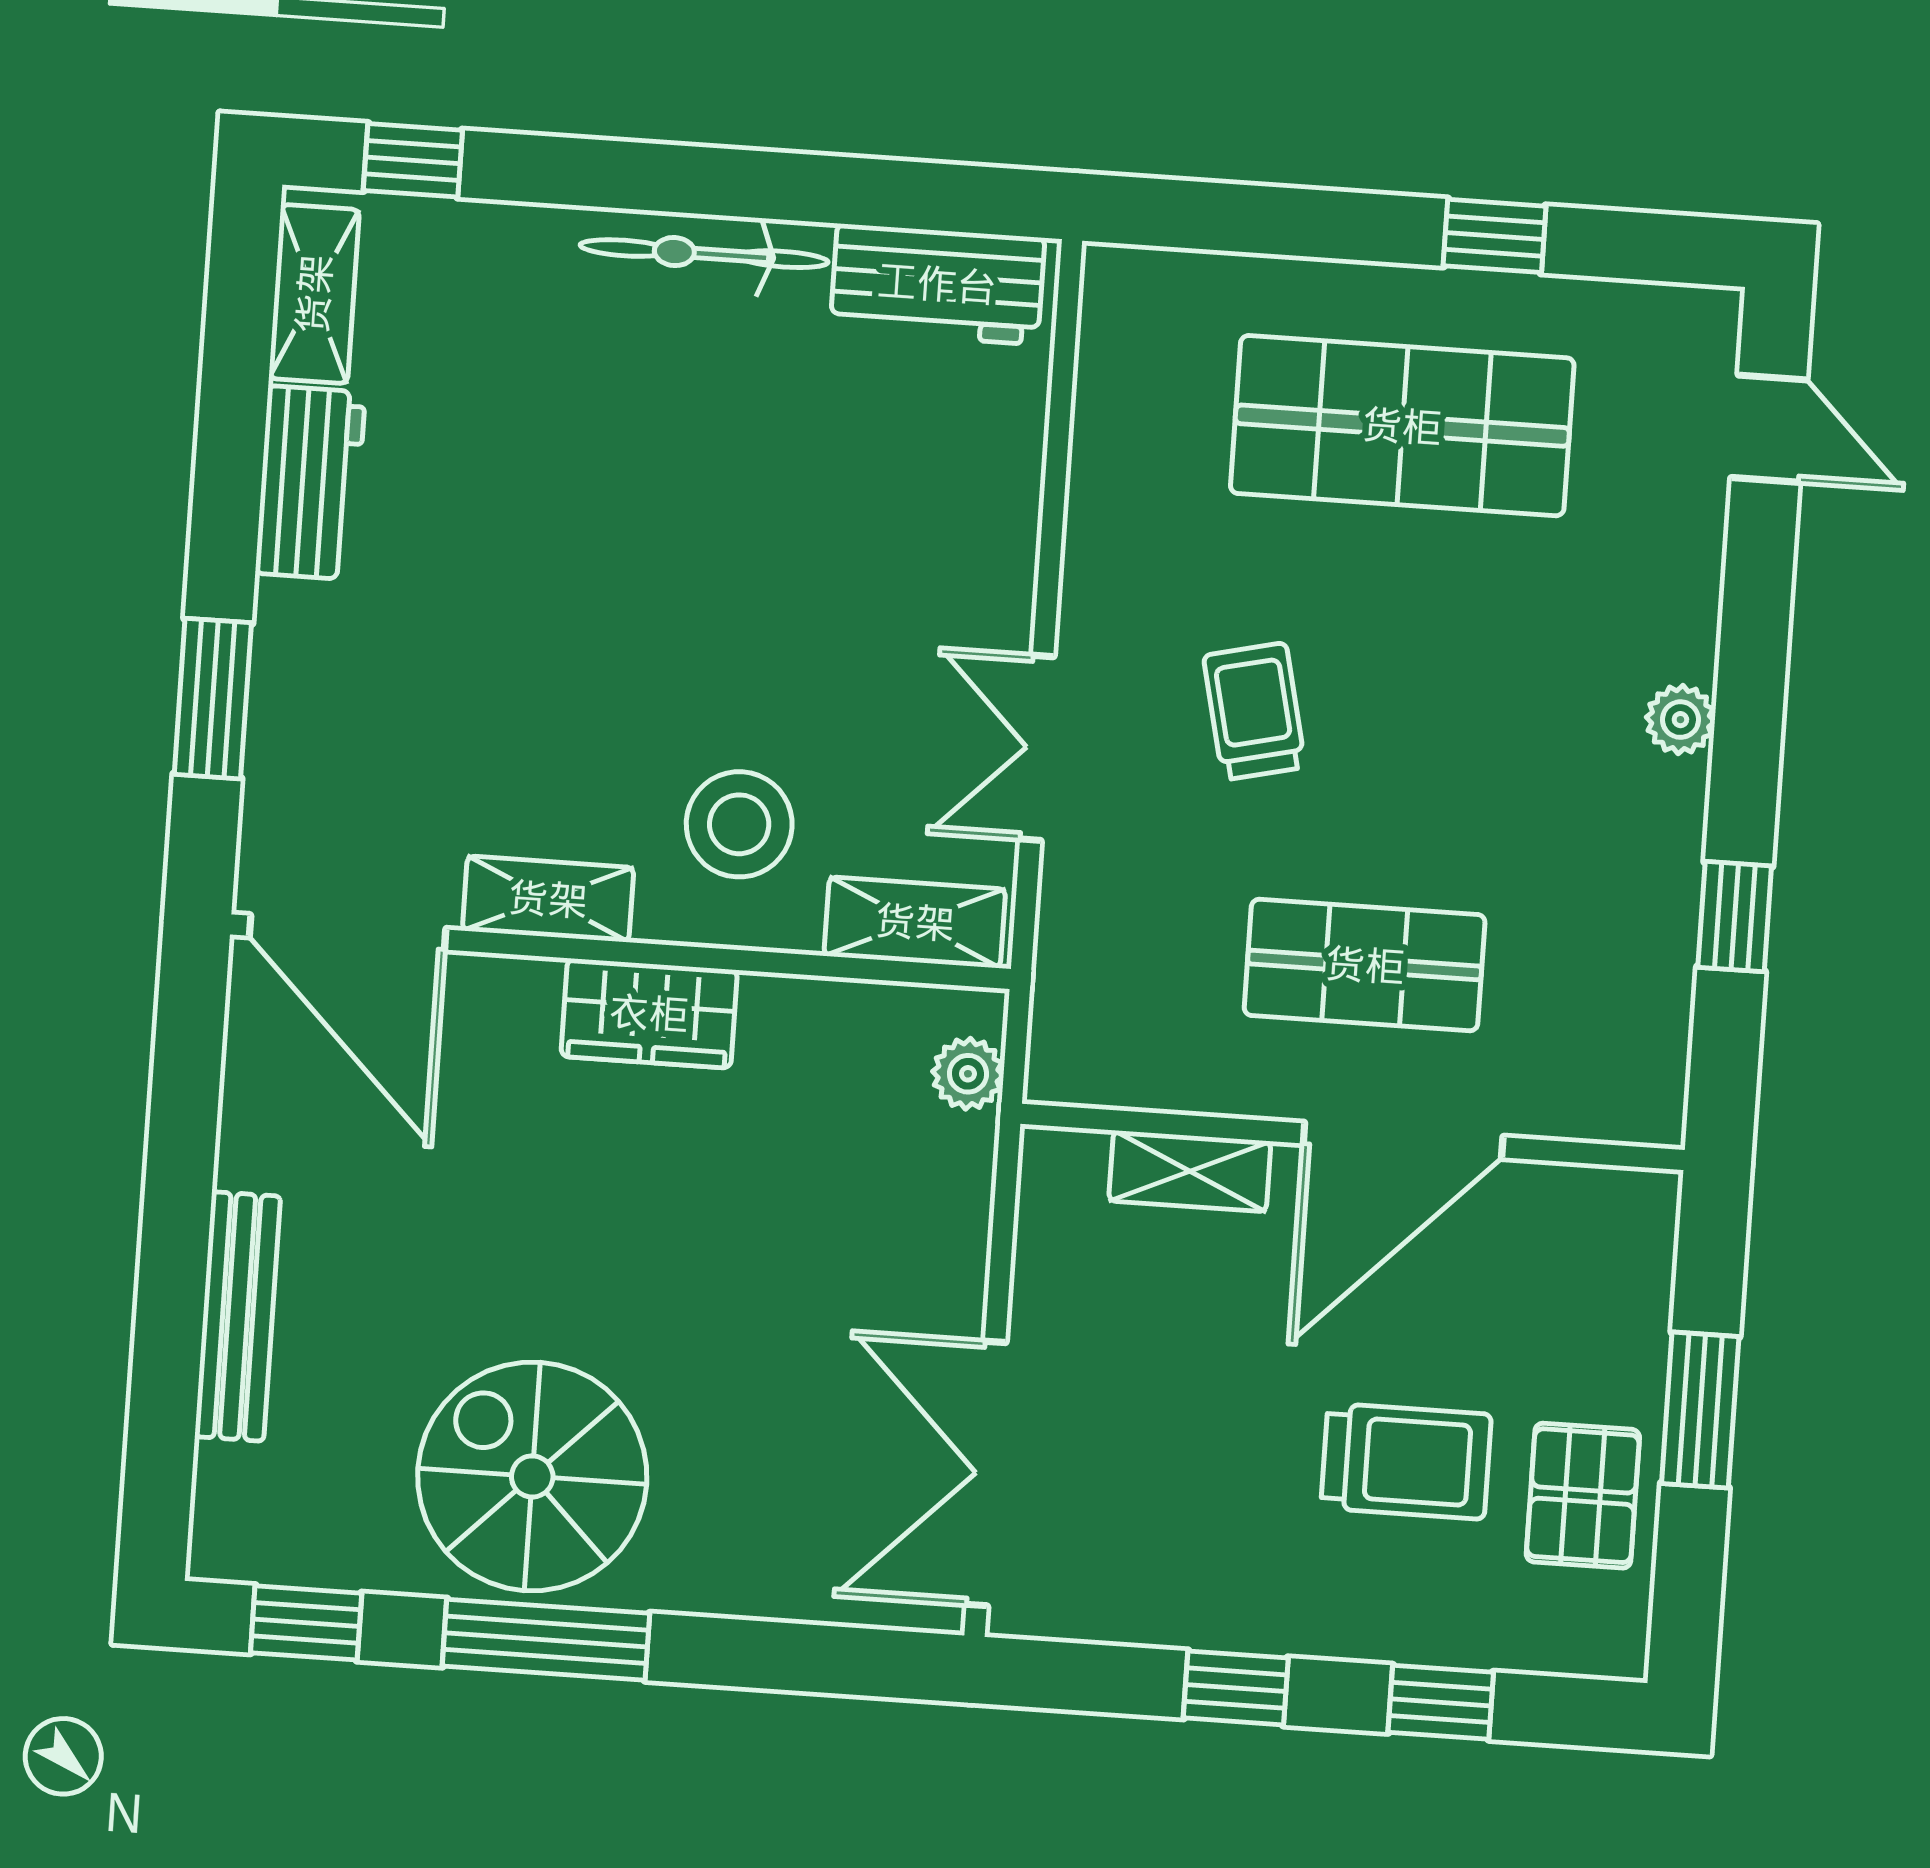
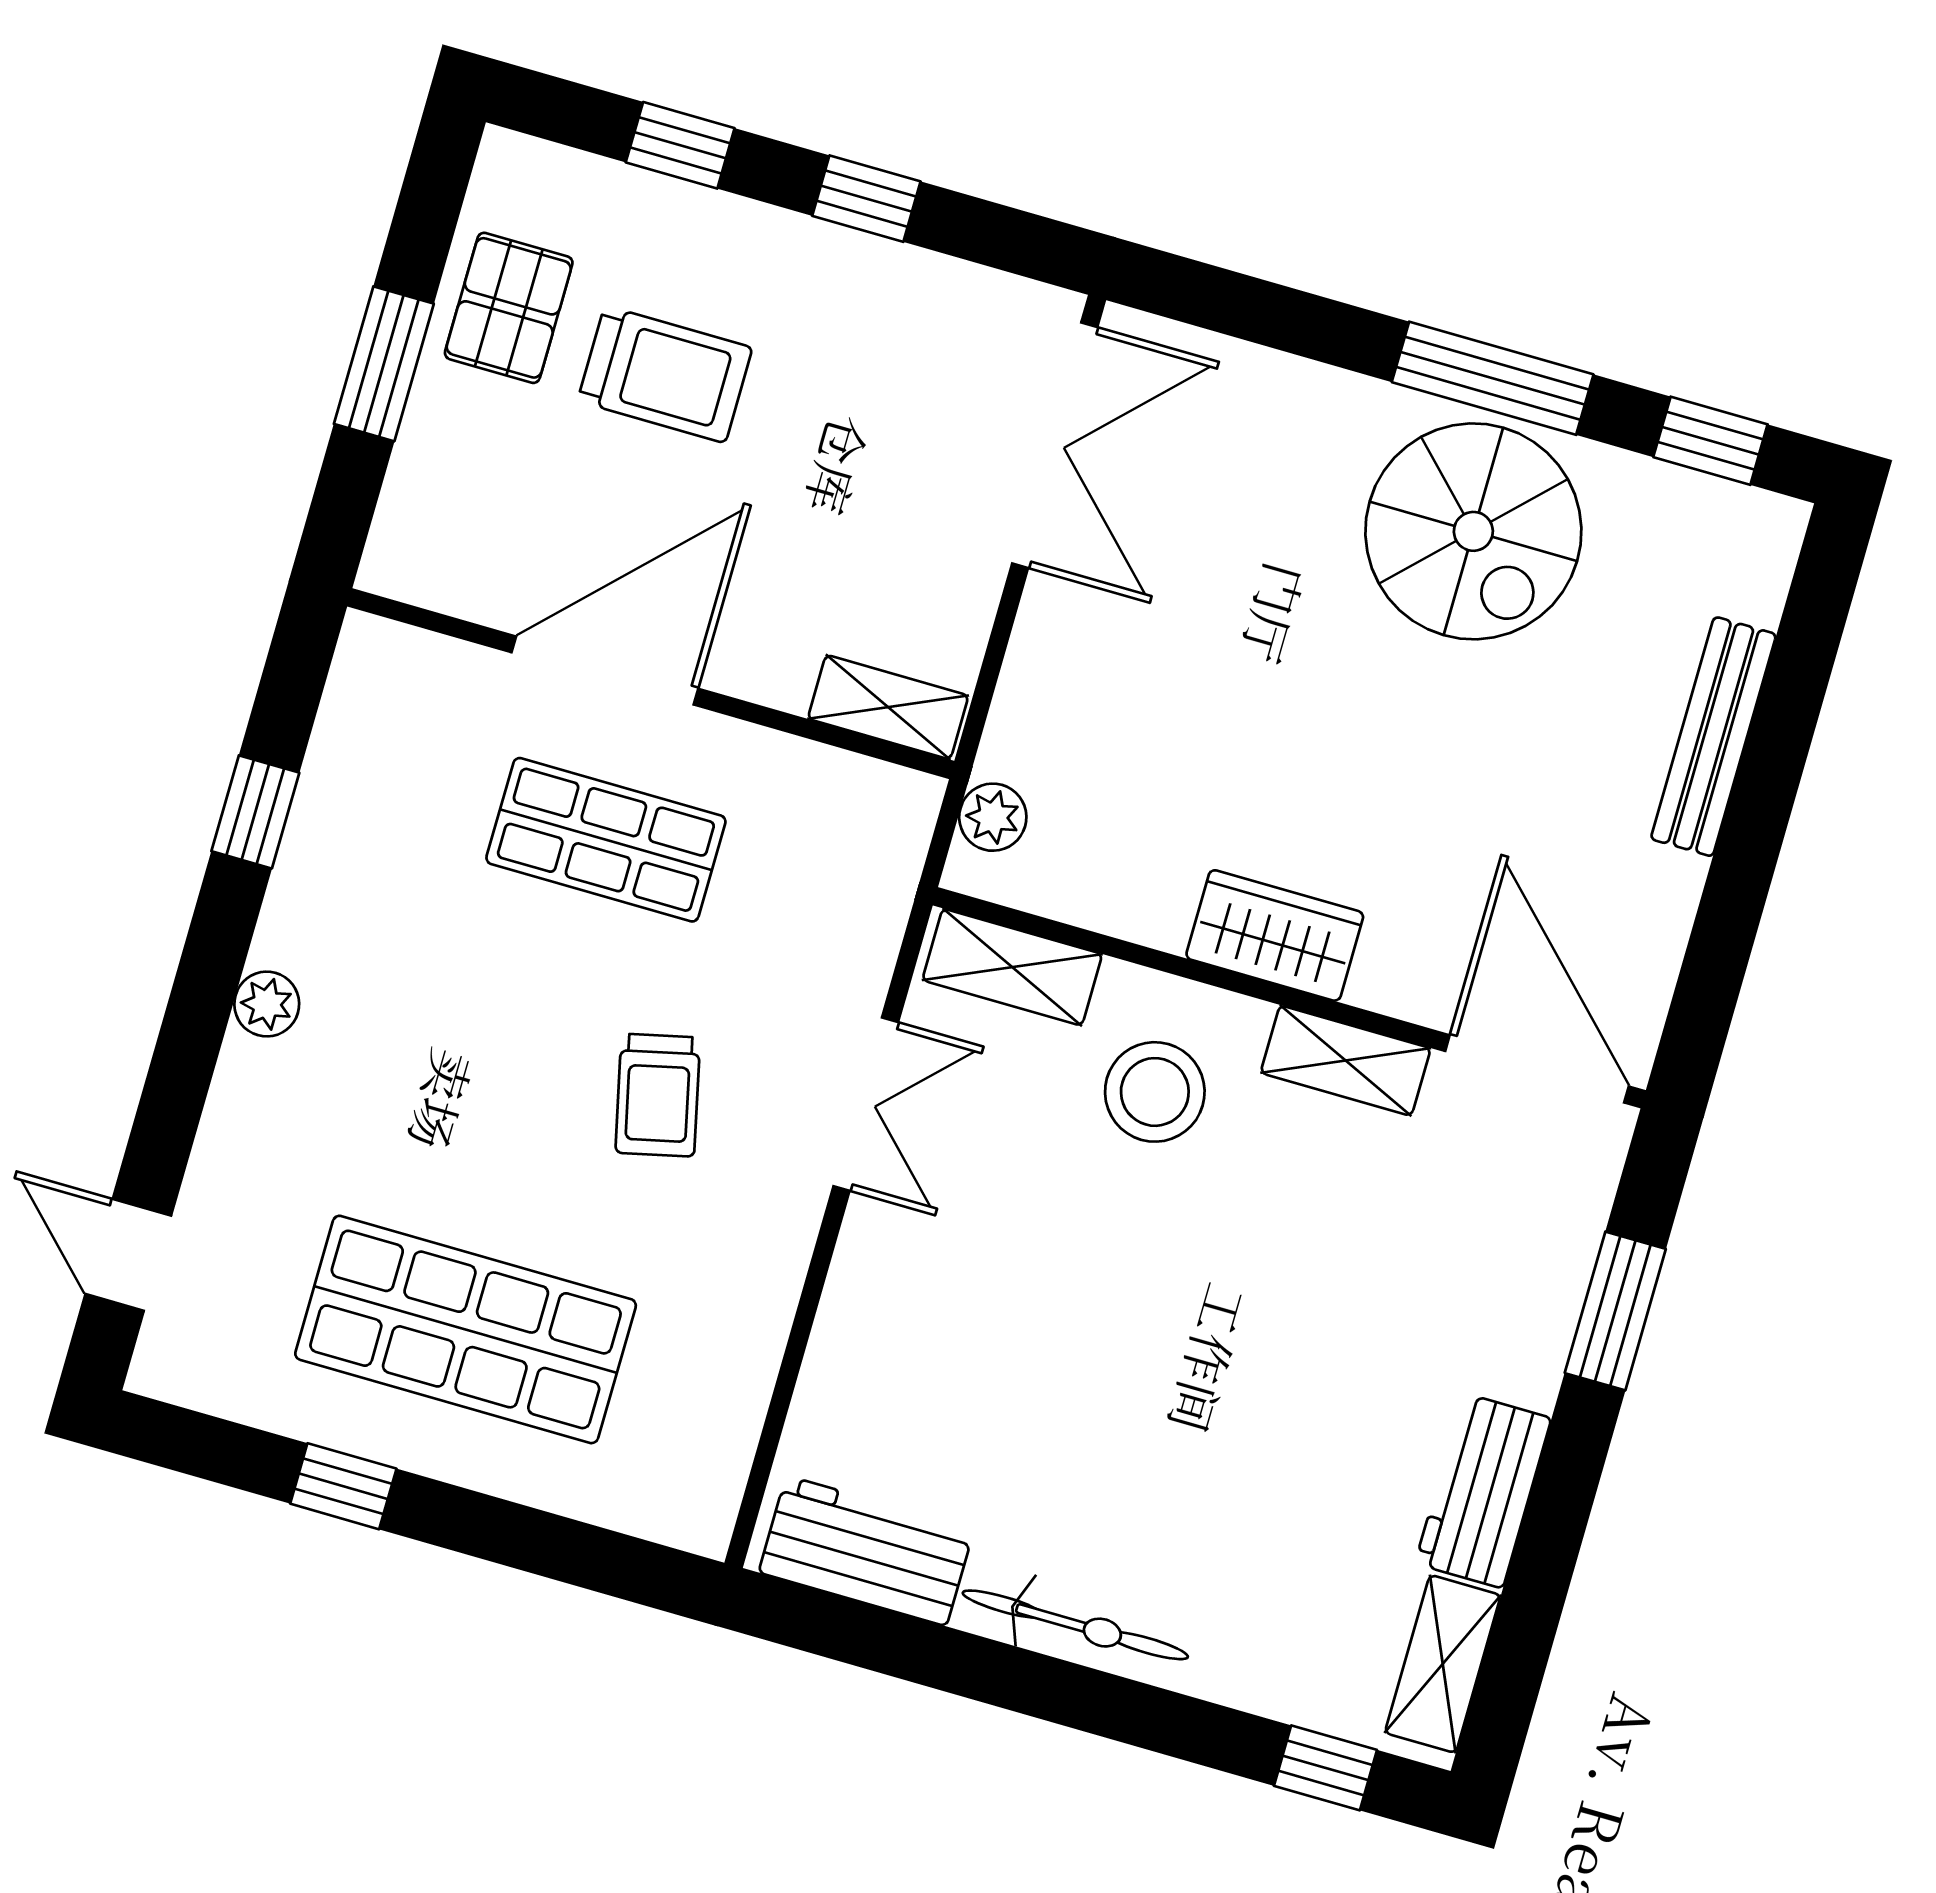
shelving: (1190, 1171) -> (888, 707), moved
trolley: (1406, 1461) -> (665, 374), turned 180

